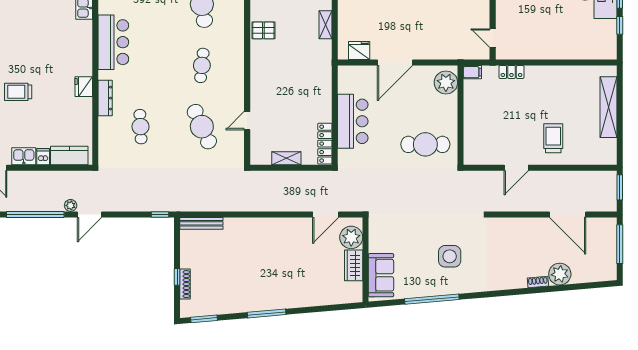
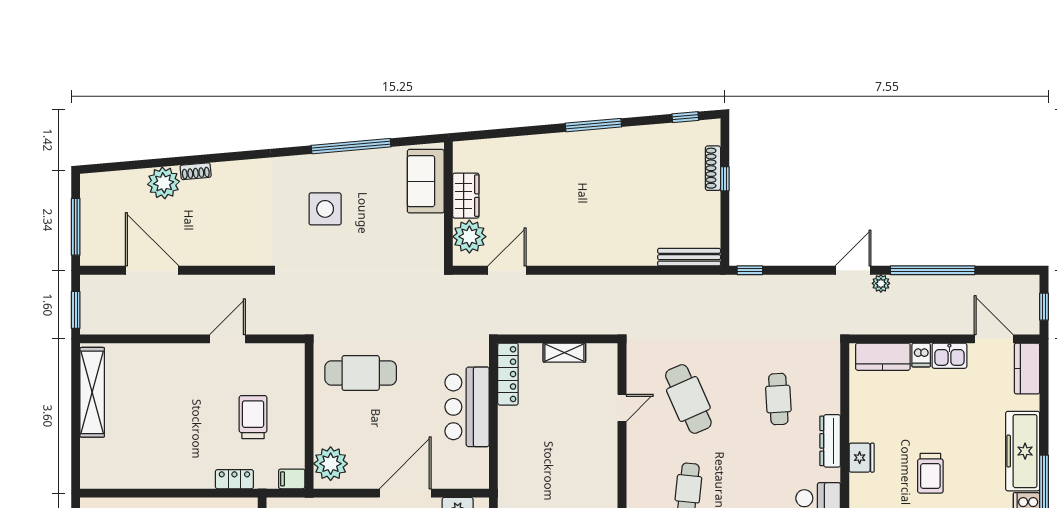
trolley: (18, 92) -> (930, 473), moved, turned 90
shelving: (608, 107) -> (92, 392), moved
trolley: (553, 138) -> (253, 417), moved, turned 180
window: (204, 319) -> (685, 117), width x0.67

